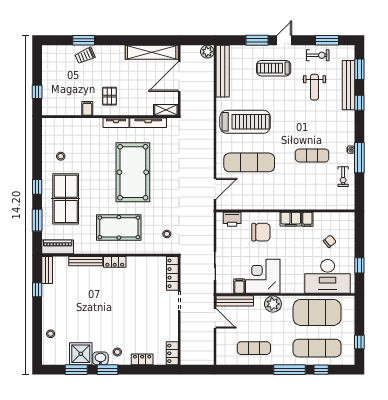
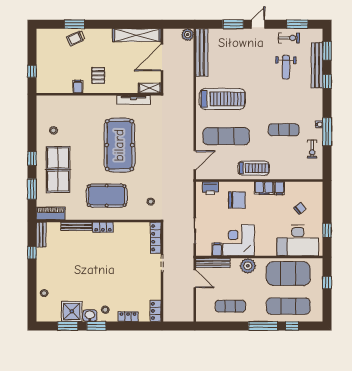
treadmill: (274, 68) -> (254, 168), moved, turned 180
tv unit: (116, 123) -> (104, 100), removed
window: (359, 342) -> (327, 283), moved

